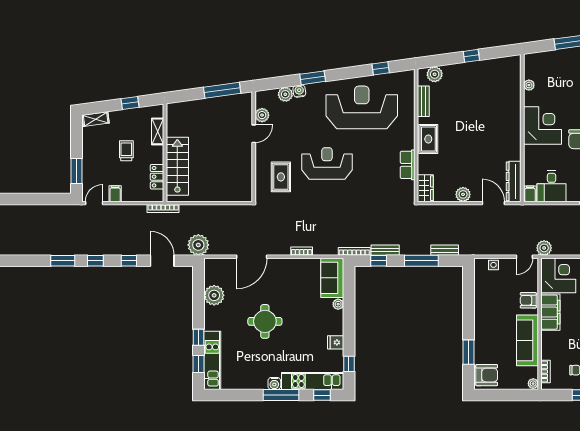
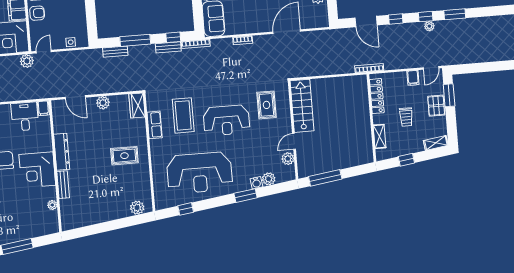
window: (471, 56) -> (106, 227), removed
bench: (423, 101) -> (63, 185), moved
rug: (428, 139) -> (124, 156), moved, turned 90
pallet: (92, 161) -> (436, 106), added
stairs: (177, 166) -> (302, 106), moved, turned 180
coffee table: (375, 173) -> (183, 115), added
locker: (157, 177) -> (377, 96), width x1.53
dresser: (514, 181) -> (62, 152), moved
plant: (198, 245) -> (429, 26), moved, width x0.53, depth x0.53

